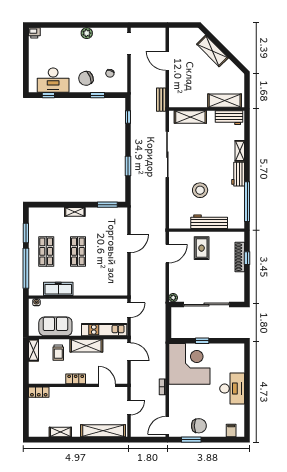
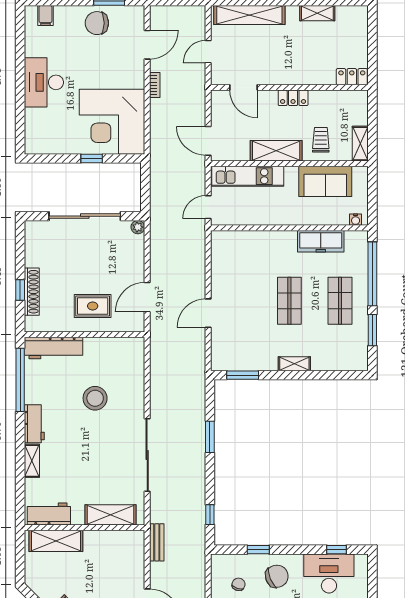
workbench: (209, 222) -> (53, 348), moved
rug: (202, 248) -> (93, 306), turned 90
door: (167, 425) -> (147, 45), moved

